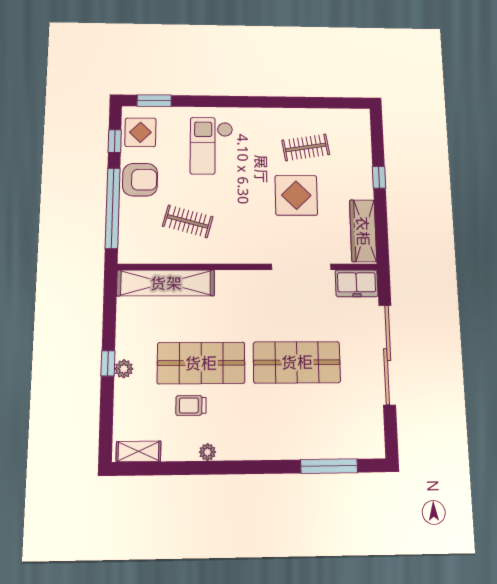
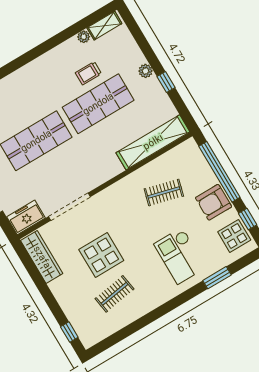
window: (154, 101) -> (217, 278), moved
checkout: (212, 146) -> (180, 256), turned 180
window: (379, 177) -> (69, 332), moved
window: (108, 363) -> (166, 82), moved
trolley: (191, 405) -> (88, 73), turned 180
plant: (207, 452) -> (84, 37), moved

